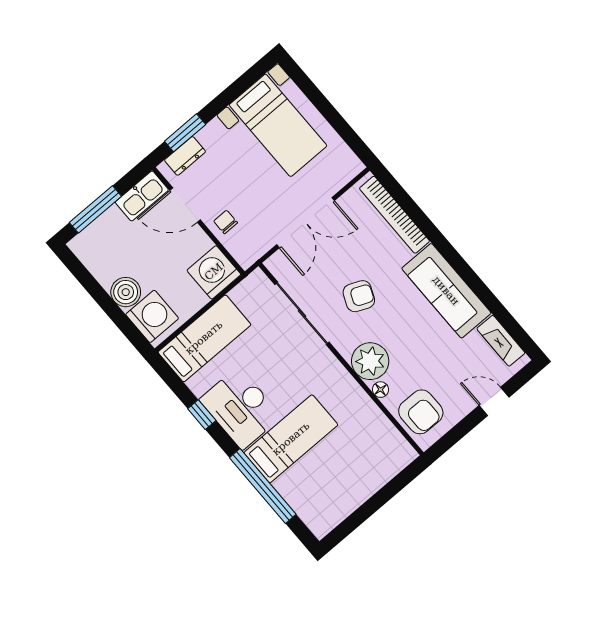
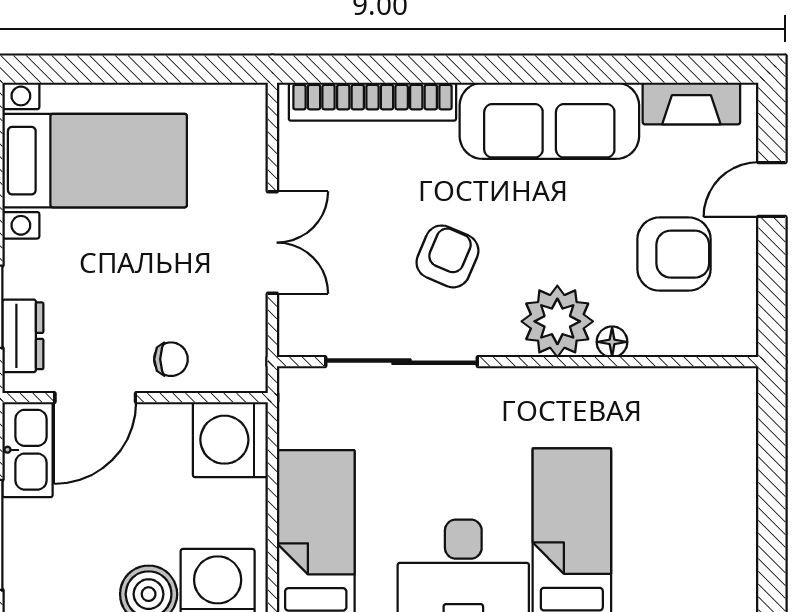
chair: (226, 222) -> (171, 359), turned 180
double door: (306, 223) -> (272, 243), width x0.73
armchair: (421, 412) -> (674, 254), moved

